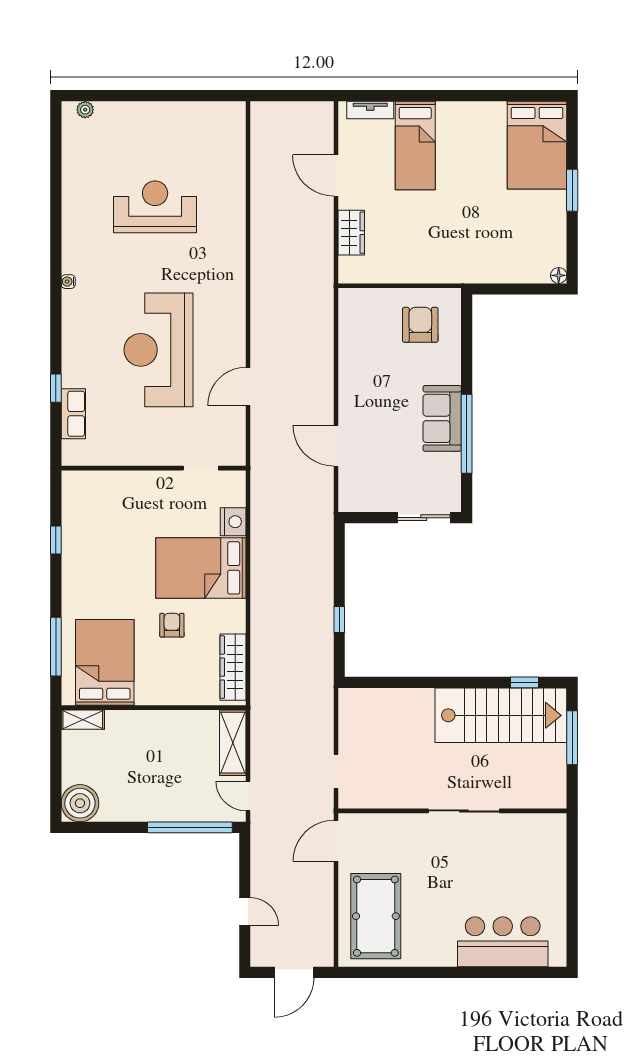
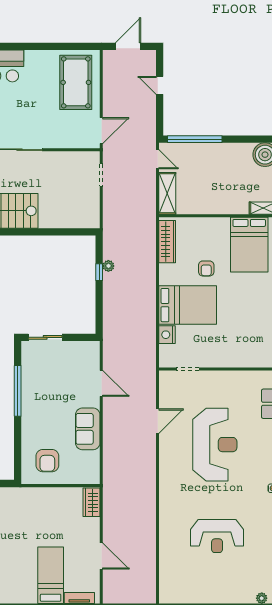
wardrobe: (351, 233) -> (92, 502), moved
sofa: (442, 418) -> (88, 429), moved, turned 180
plant: (325, 629) -> (108, 266), added

